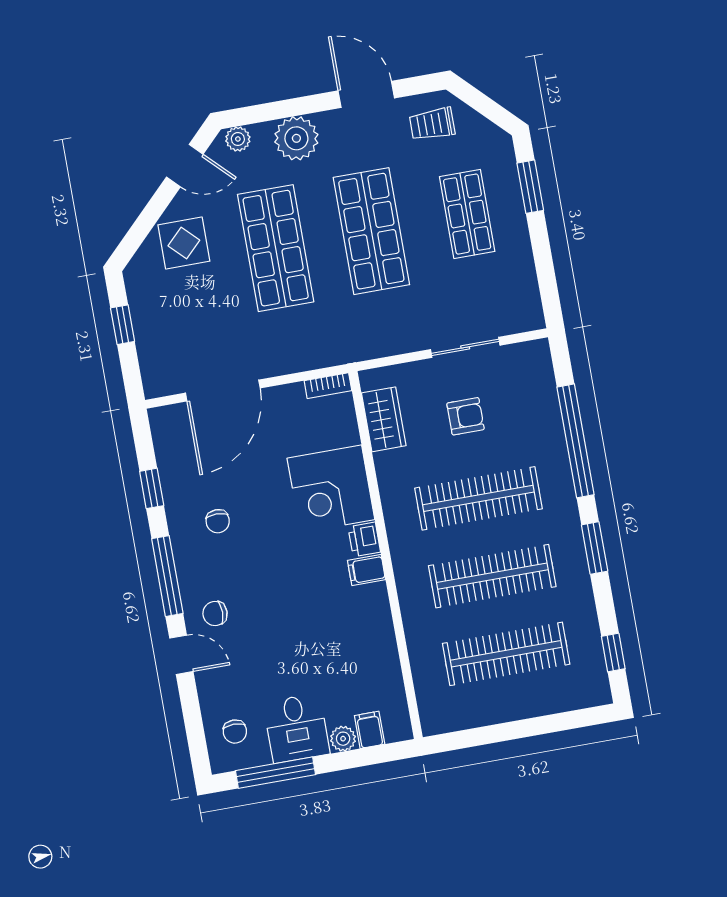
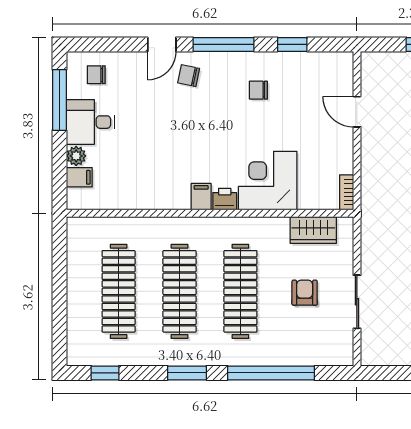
door: (223, 391) -> (357, 112), width x0.53
armchair: (465, 416) -> (305, 293), turned 180
chair: (215, 613) -> (189, 76), turned -78

